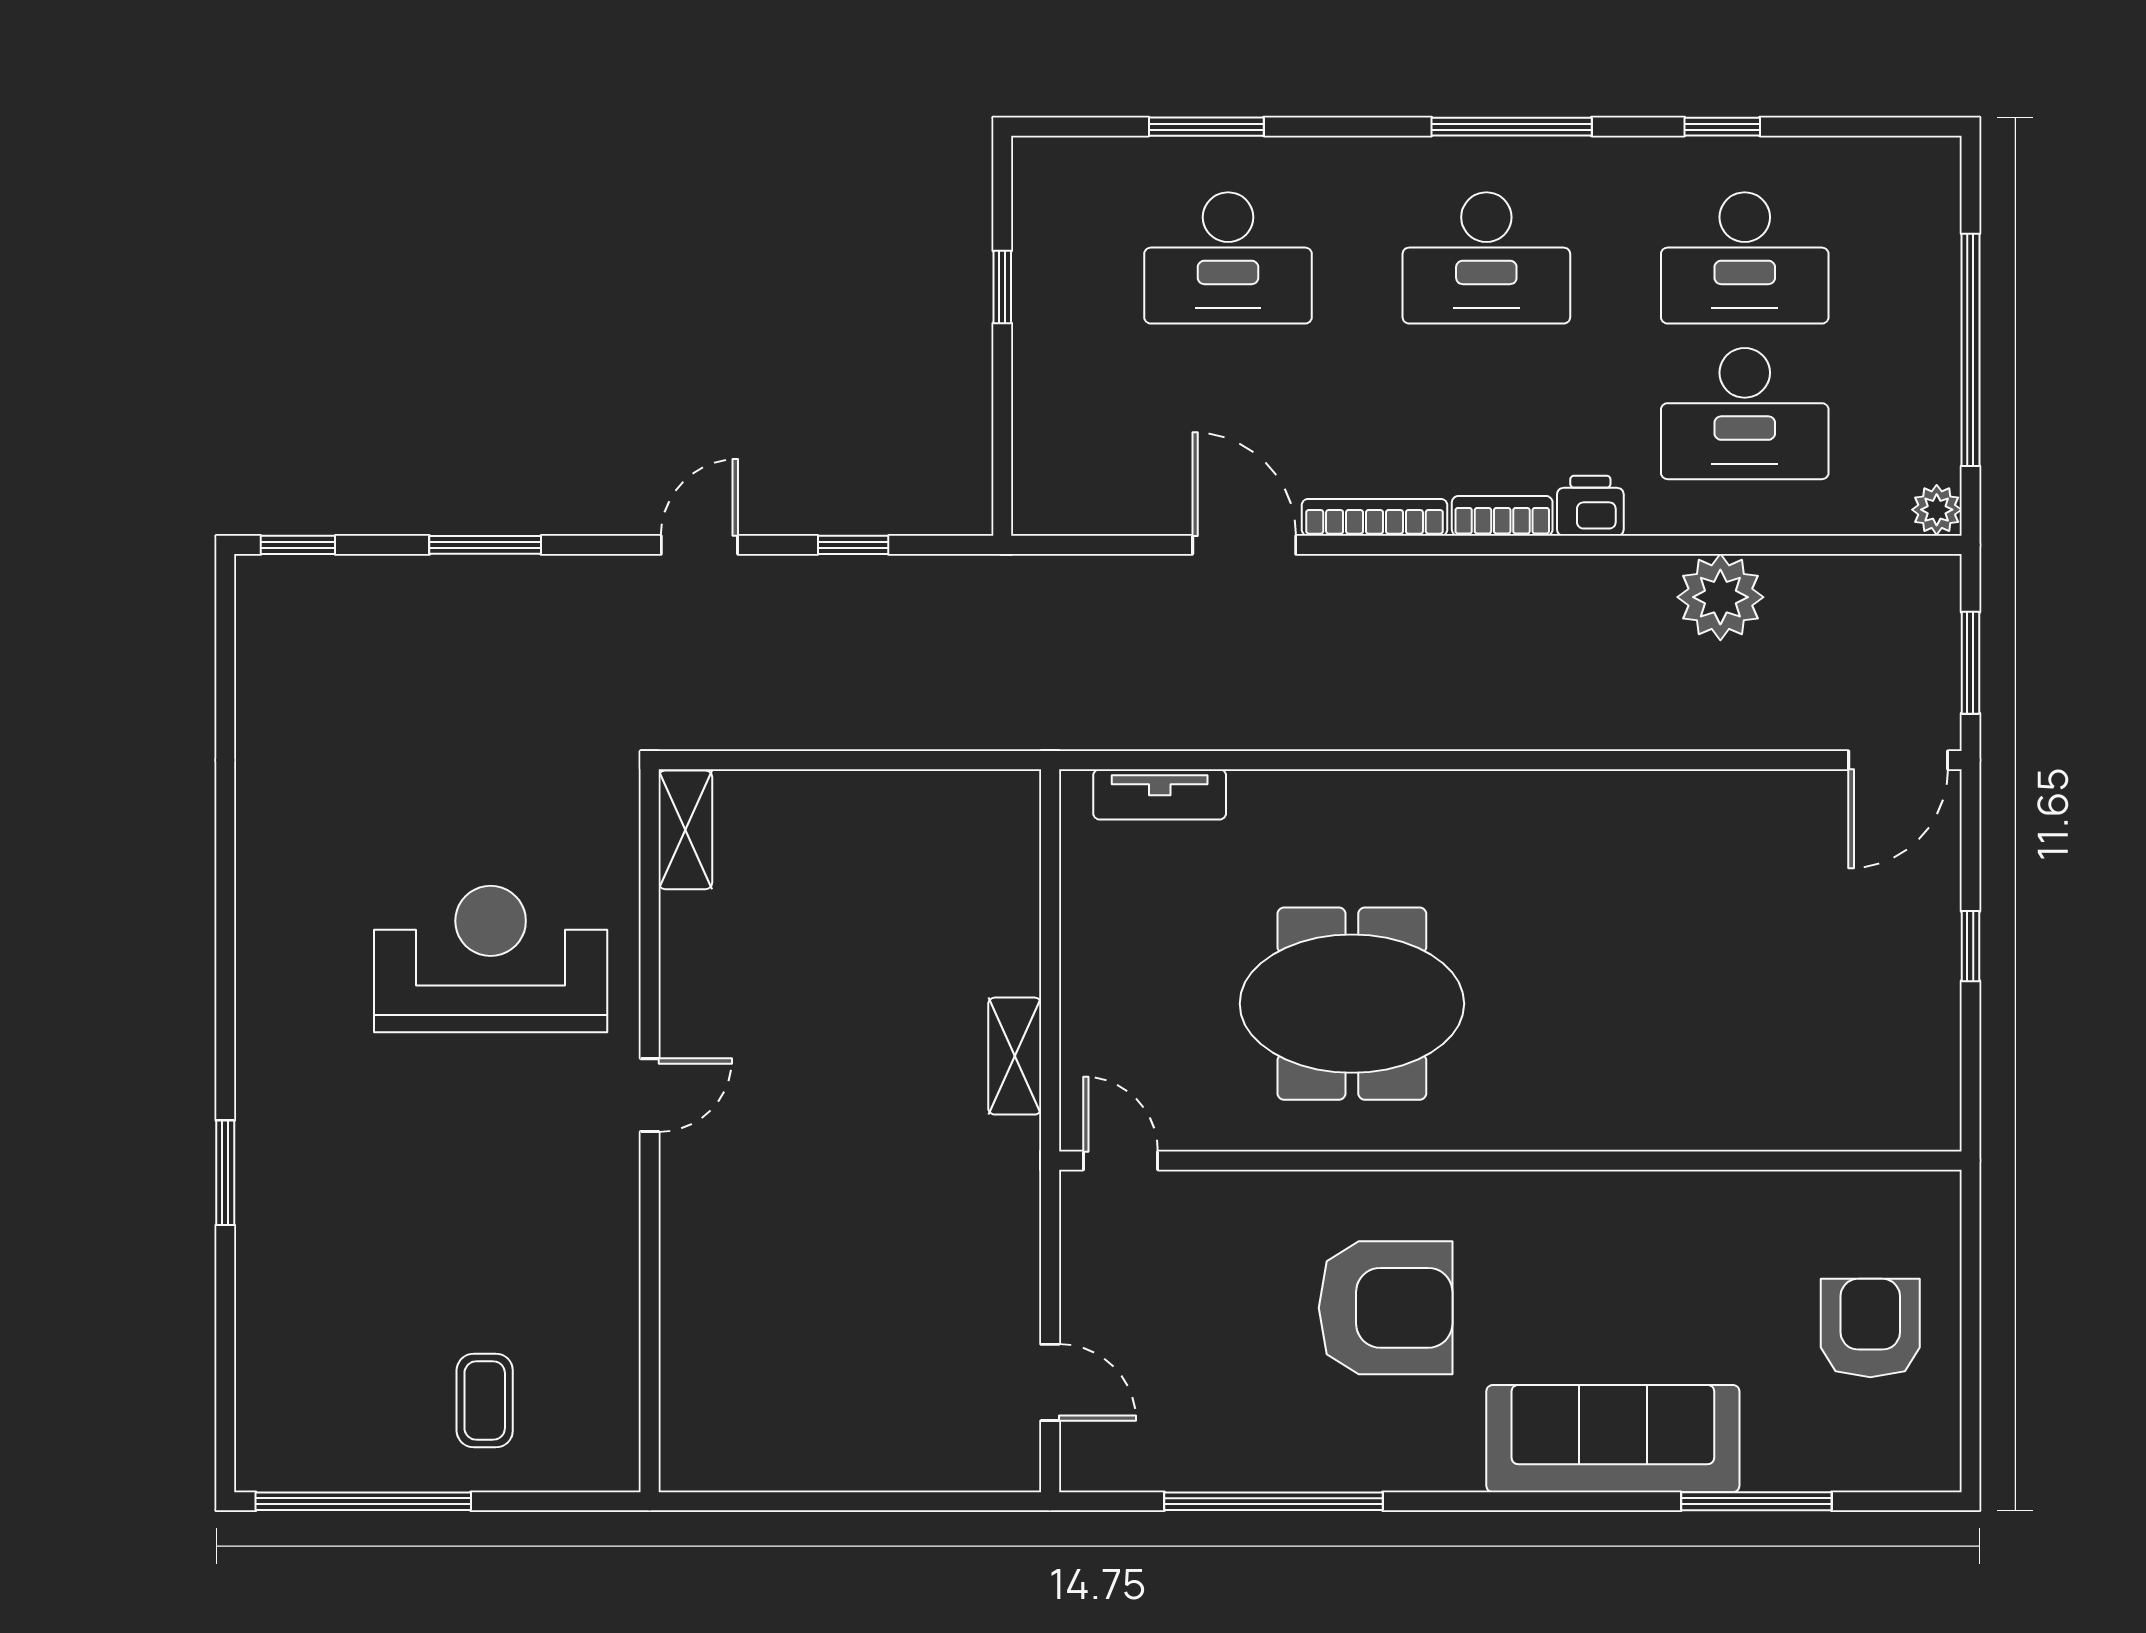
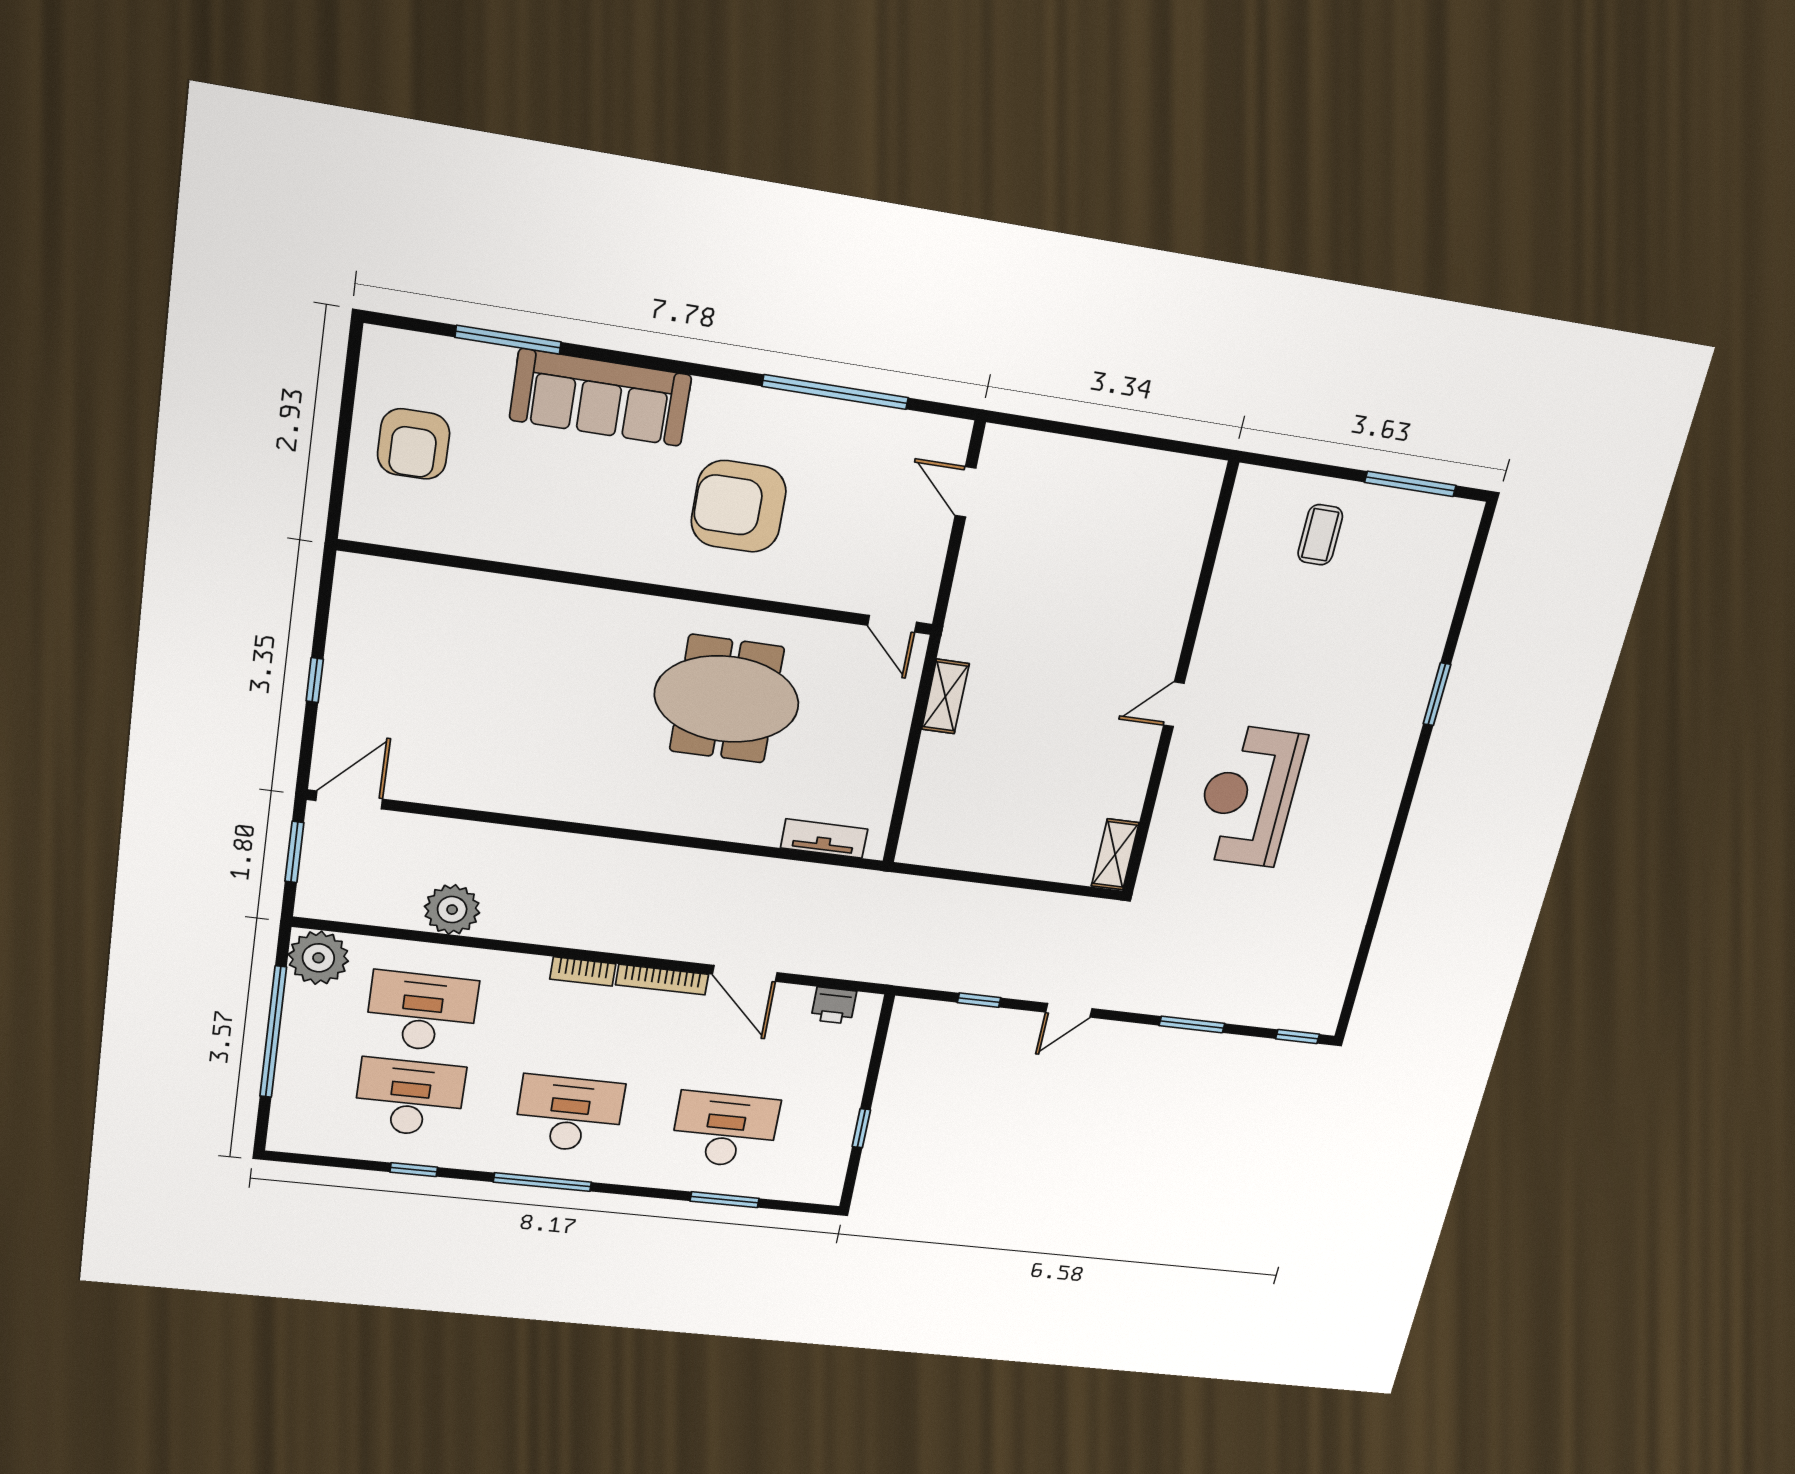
printer: (1590, 506) -> (834, 1005), moved
plant: (1937, 510) -> (318, 958), width x1.87, depth x1.87
reception desk: (491, 959) -> (1248, 796), turned 90
window: (363, 1501) -> (1410, 484), width x0.68

